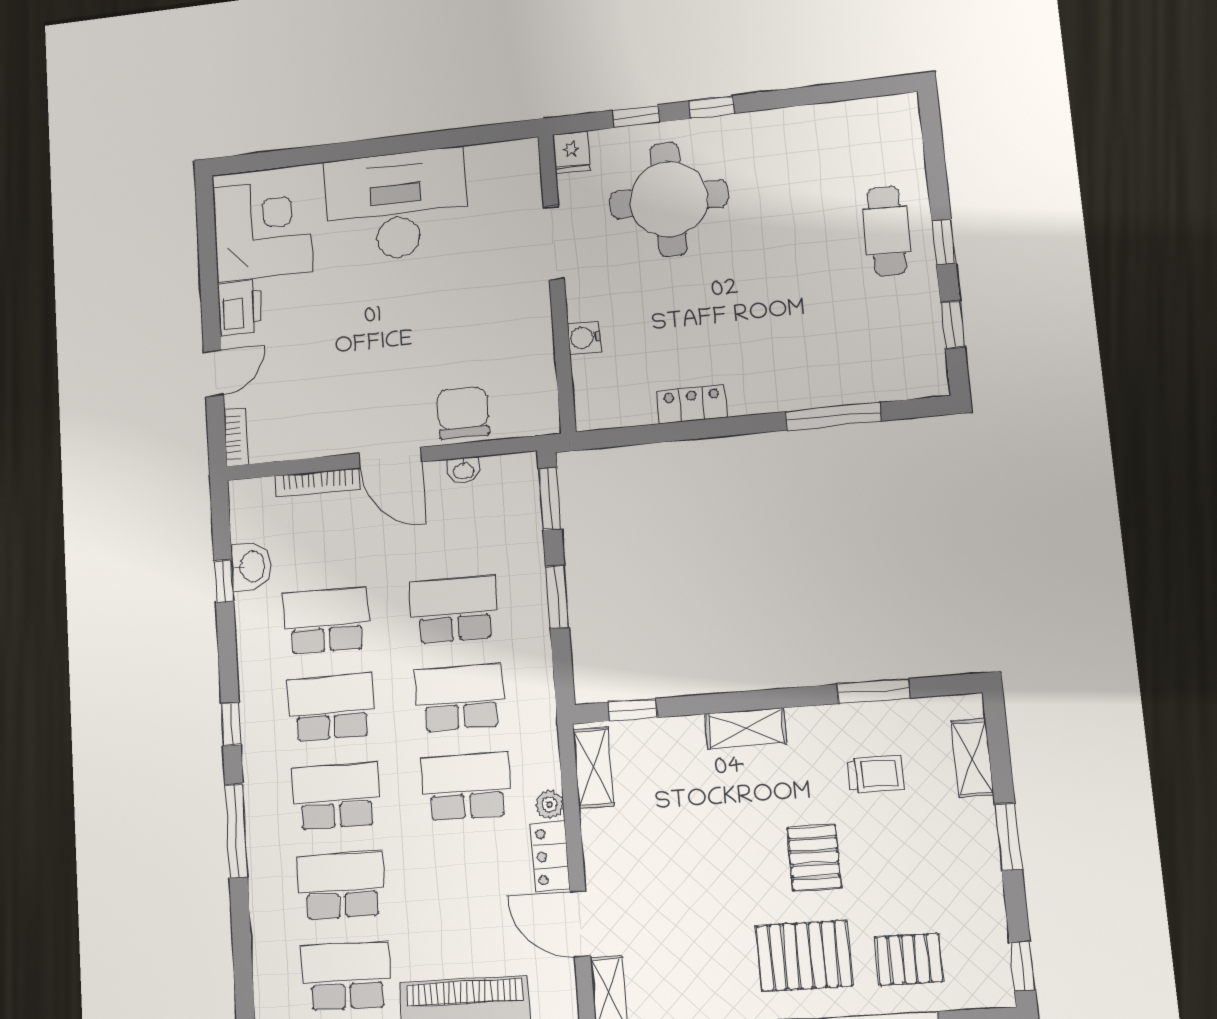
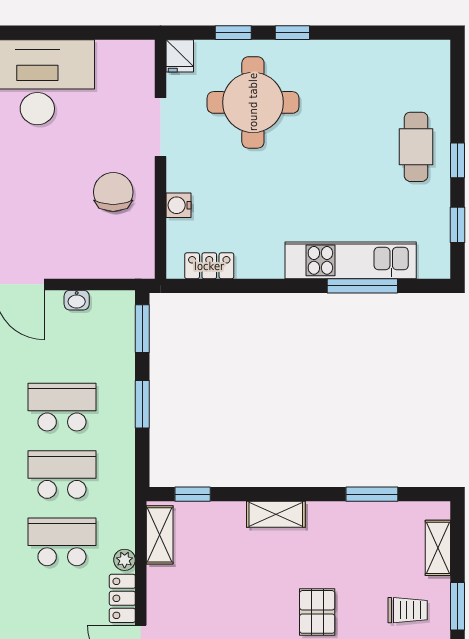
kitchen unit: (814, 385) -> (351, 260), added
locker: (692, 404) -> (209, 266), moved
chair: (463, 413) -> (113, 192), moved
trolley: (876, 774) -> (408, 610), moved

